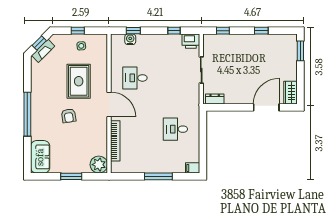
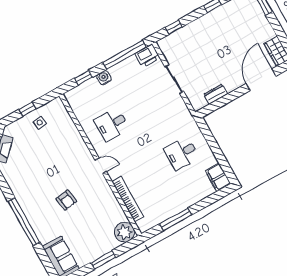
window: (174, 31) -> (124, 55), width x3.17
water cooler: (130, 39) -> (104, 78), moved
rug: (79, 81) -> (57, 160), removed
dresser: (215, 99) -> (216, 94), moved
door: (109, 104) -> (101, 166), width x0.53
filing cabinet: (193, 168) -> (218, 177), width x2.00
window: (158, 176) -> (176, 219), moved

